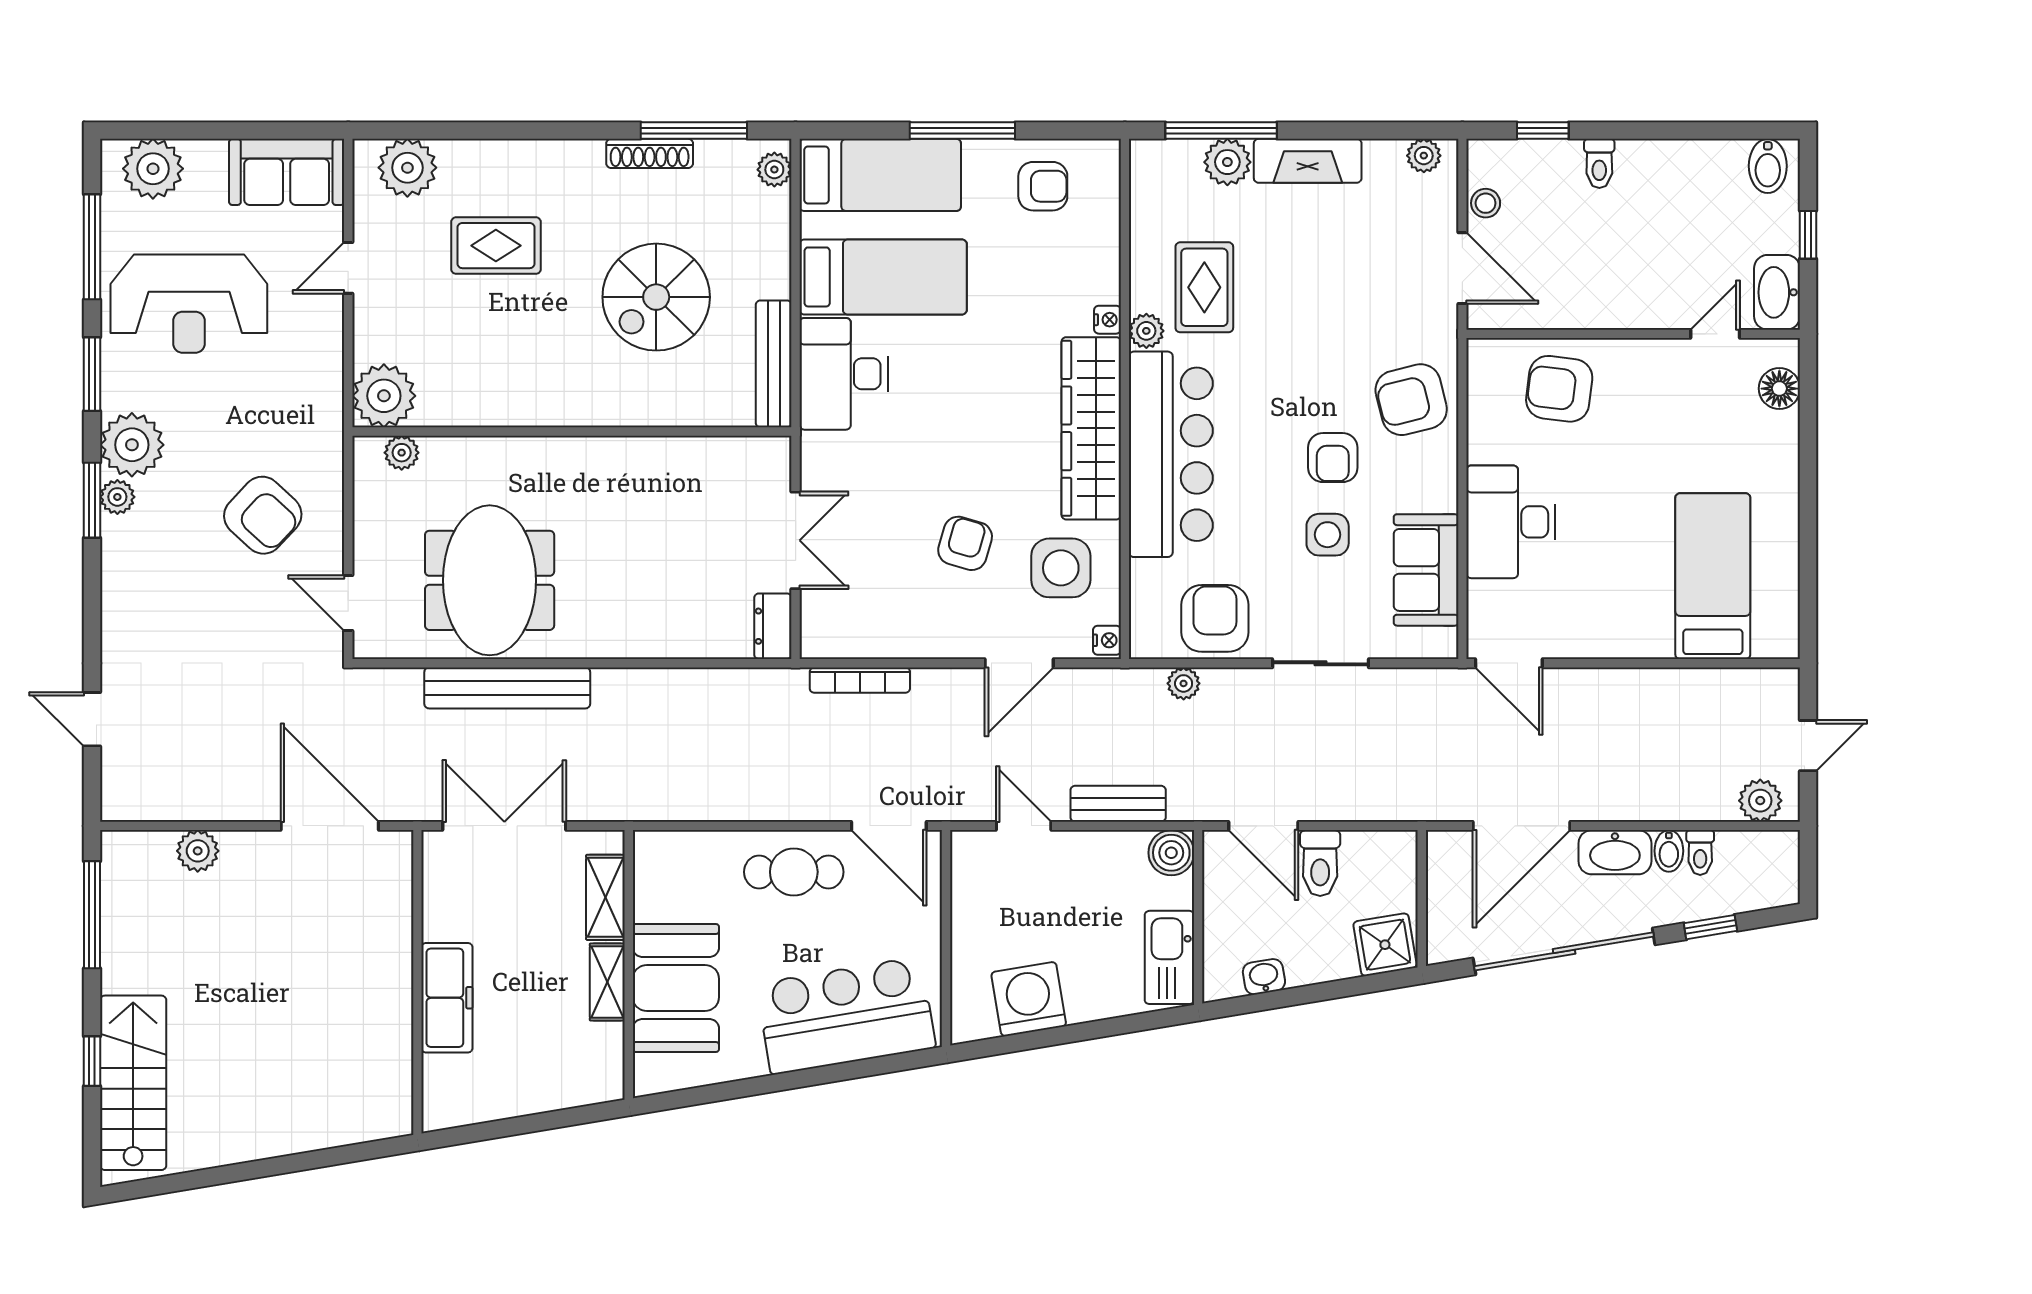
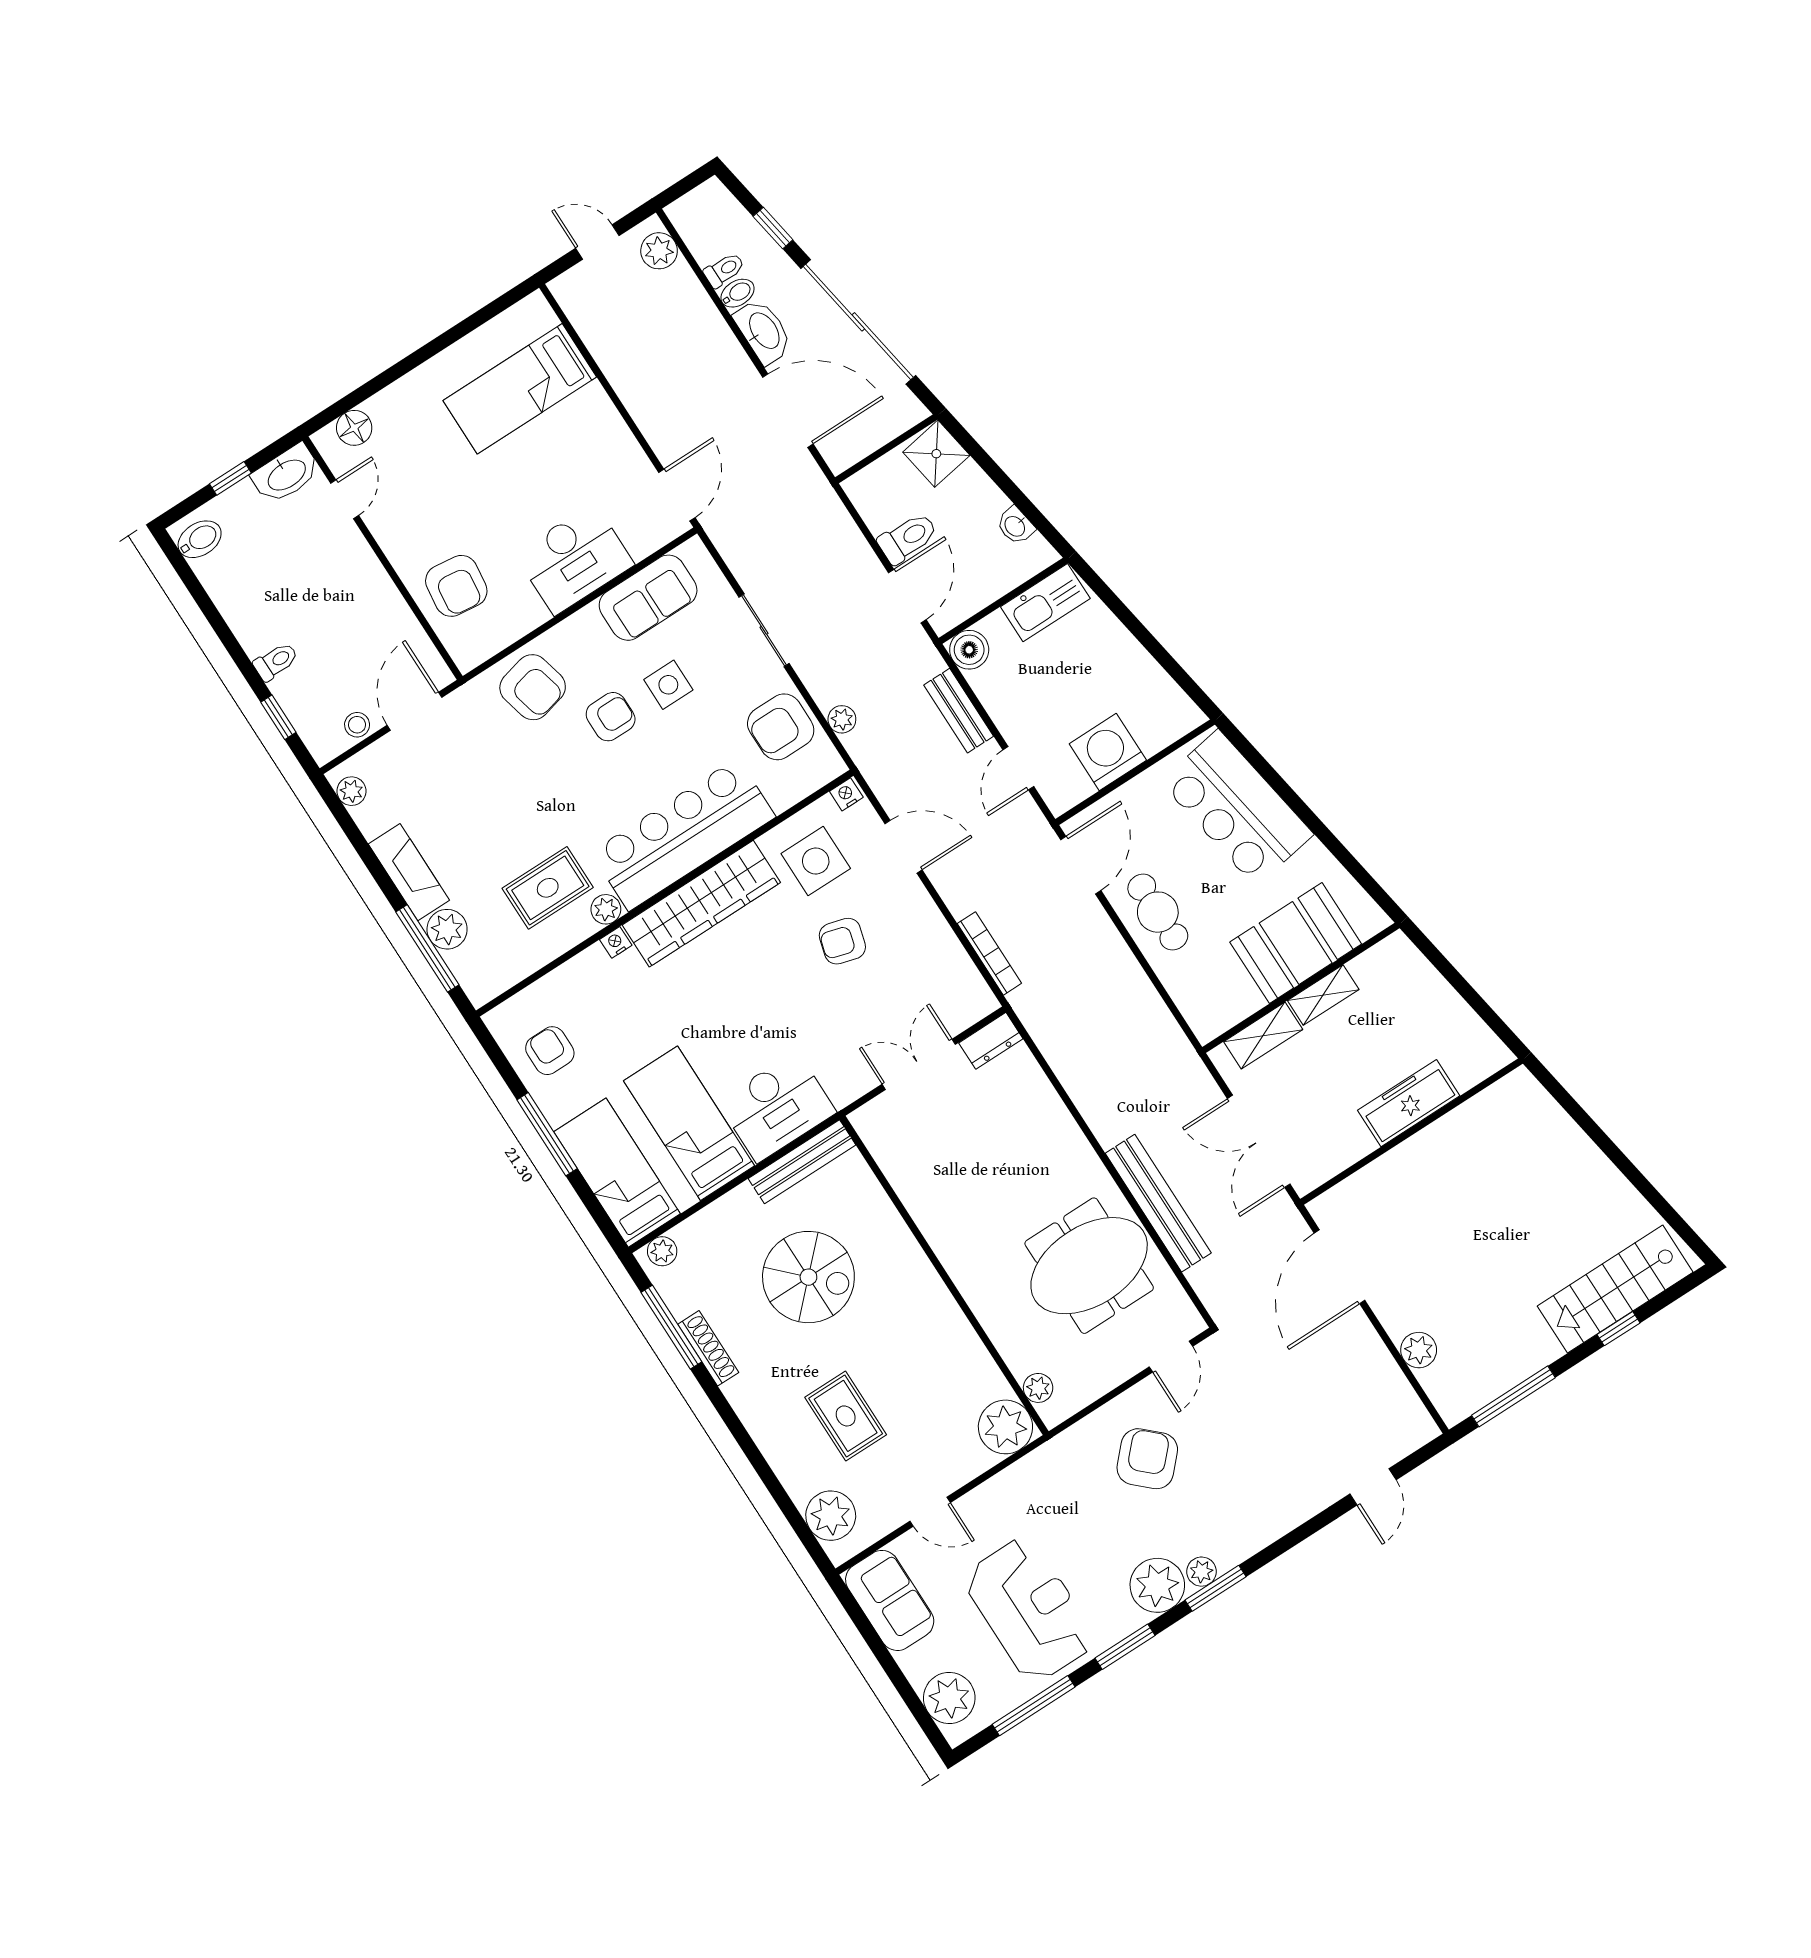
door: (1715, 334) -> (345, 499), swing flipped
washing machine: (1029, 999) -> (1108, 752), moved, turned 99

